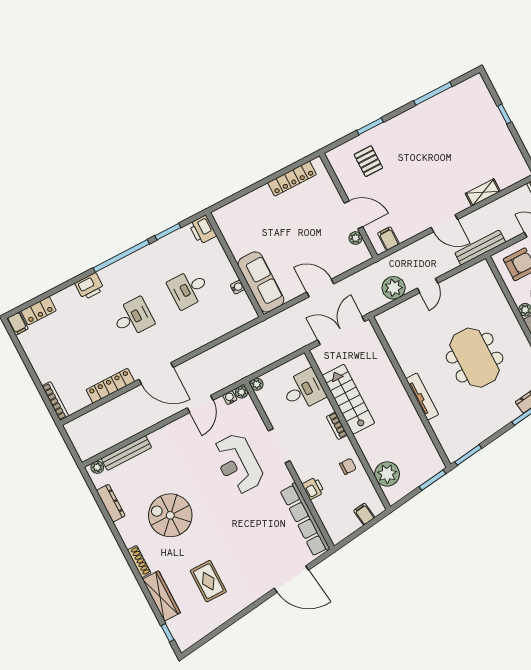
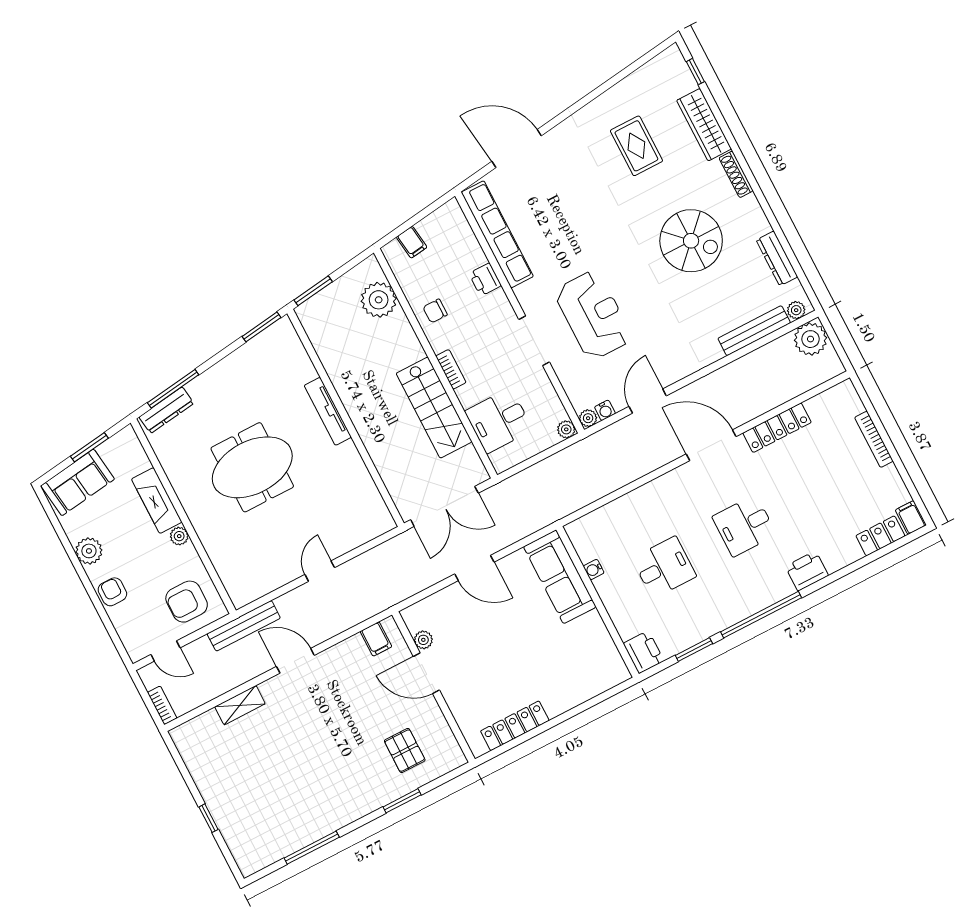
plant: (394, 288) -> (810, 339), moved
meeting table: (475, 358) -> (252, 467), turned 90
bookcase: (55, 401) -> (874, 439), moved

